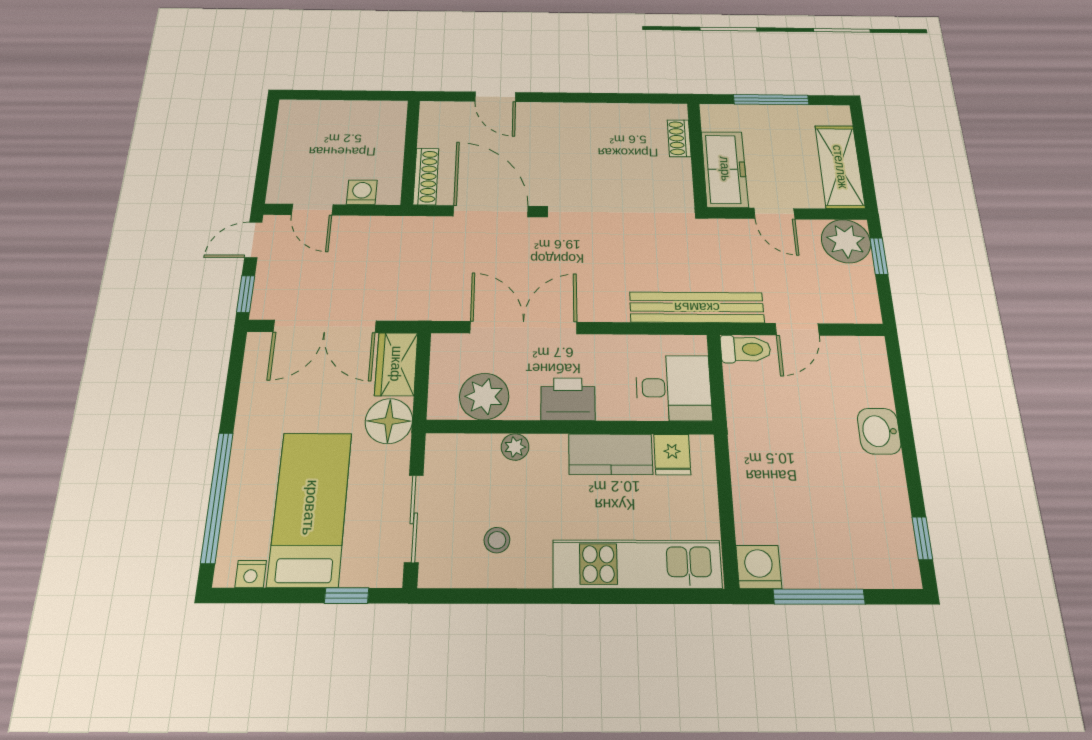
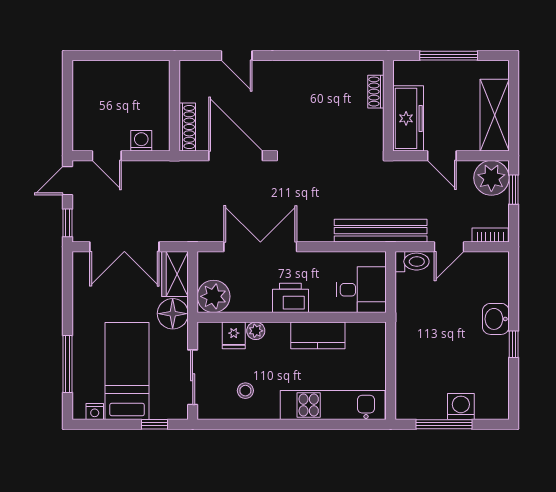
bookcase: (854, 314) -> (490, 235), added
plant: (484, 396) -> (214, 296), moved
fridge: (672, 455) -> (234, 335), moved
window: (217, 497) -> (68, 364), width x0.68
window: (922, 538) -> (514, 344), moved
washing machine: (759, 567) -> (461, 407), moved

